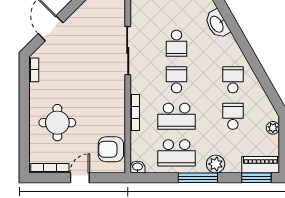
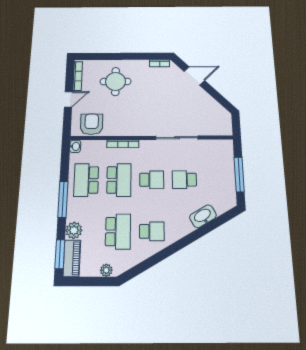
school desk: (177, 116) -> (119, 180), turned 180
school desk: (233, 116) -> (118, 231), width x1.85
plant: (216, 164) -> (74, 230), moved
door: (80, 178) -> (68, 99), hinge flipped

